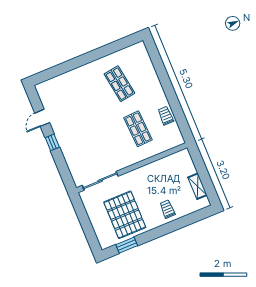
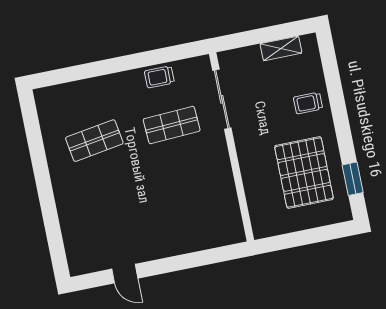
window: (52, 142) -> (167, 265), removed
sliding door: (100, 181) -> (222, 99), moved
pallet: (125, 215) -> (304, 172), turned 90

